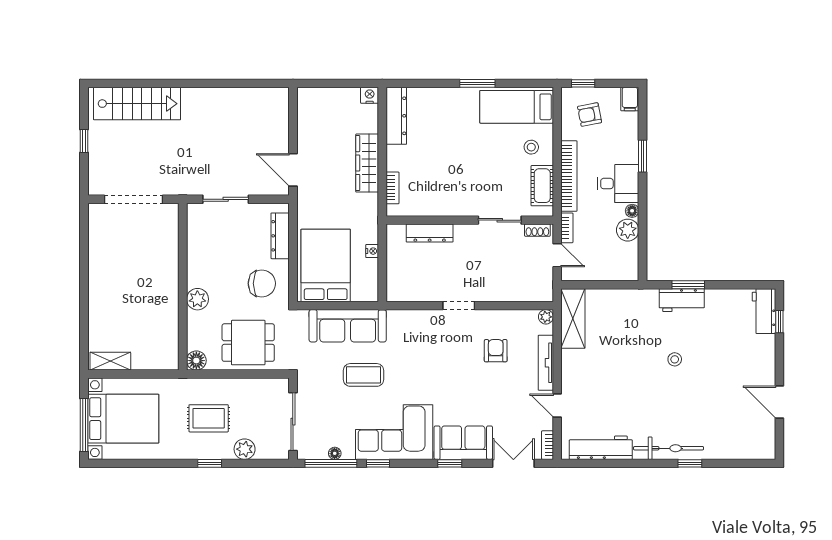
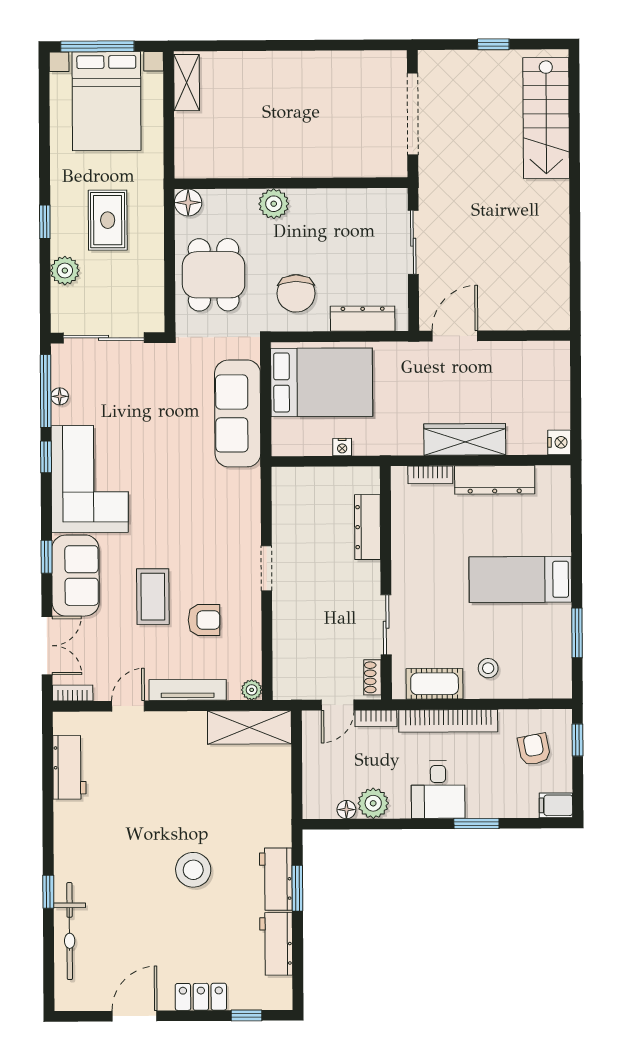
window: (477, 83) -> (577, 633), moved
bed: (517, 107) -> (520, 579), moved, turned -90
dresser: (396, 116) -> (495, 480), moved
floor lamp: (632, 211) -> (346, 810), moved
workbench: (764, 311) -> (276, 944), moved, turned -90
locker: (766, 354) -> (201, 997), added
stool: (675, 359) -> (193, 870), width x1.89, depth x1.89
coffee table: (364, 375) -> (153, 597), moved
workbench: (601, 448) -> (69, 767), width x0.73
bicycle: (669, 448) -> (70, 931), moved

